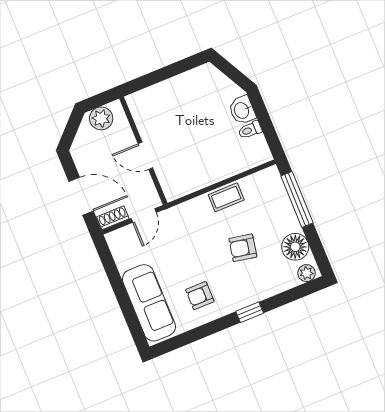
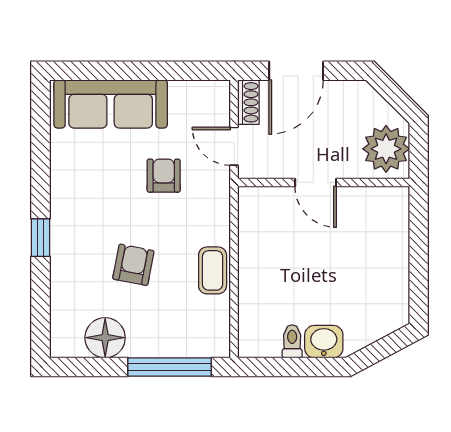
plant: (101, 118) -> (386, 149), width x1.36, depth x1.36
door: (145, 156) -> (316, 182), swing flipped
plant: (306, 273) -> (62, 338), removed
armchair: (200, 296) -> (164, 176), moved

